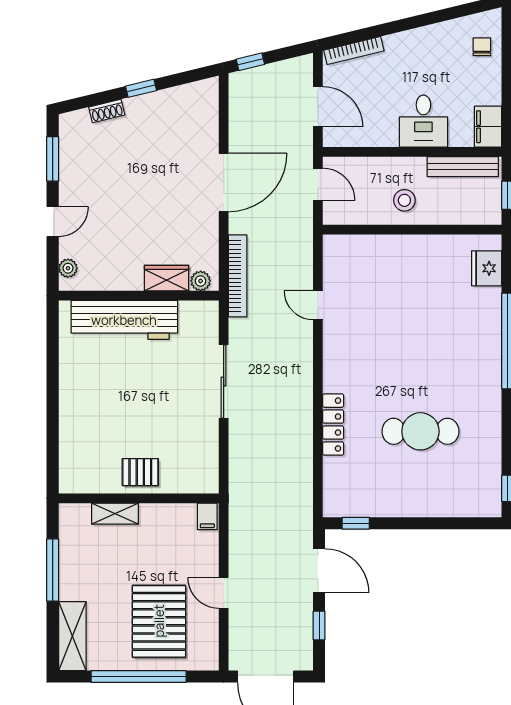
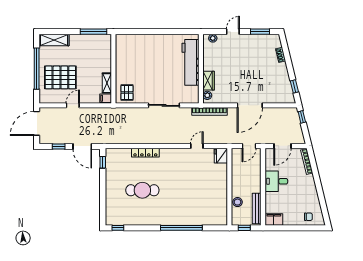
window: (141, 88) -> (294, 86), moved
desk: (423, 121) -> (276, 181), moved
door: (224, 182) -> (250, 105), hinge flipped
stool: (404, 200) -> (238, 202), moved
door: (53, 222) -> (233, 32), swing flipped
fridge: (487, 268) -> (221, 156), moved, turned -90
cafe table: (420, 431) -> (142, 190), turned 90
pallet: (140, 472) -> (127, 93), moved
shelving: (115, 514) -> (107, 83), moved
window: (53, 570) -> (94, 32), moved
door: (319, 571) -> (82, 146), hinge flipped

